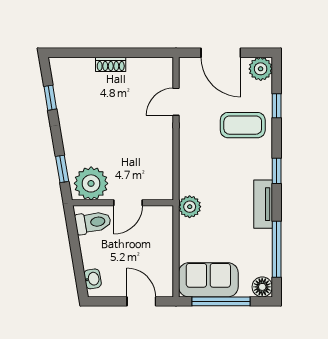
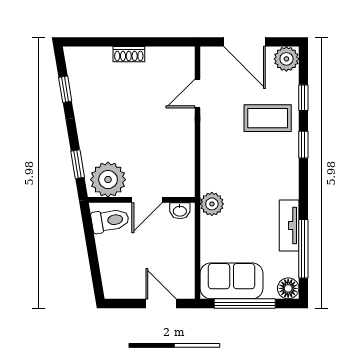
window: (277, 171) -> (303, 145), moved
tv unit: (263, 204) -> (289, 226), moved
washbasin: (93, 279) -> (180, 211), moved, turned 99

